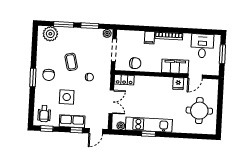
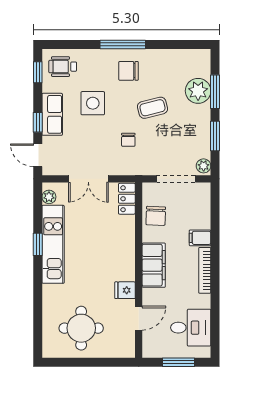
plant: (50, 34) -> (198, 91), moved
filing cabinet: (175, 66) -> (154, 265), moved
door: (195, 76) -> (139, 318), swing flipped
window: (33, 77) -> (123, 44), width x1.44

